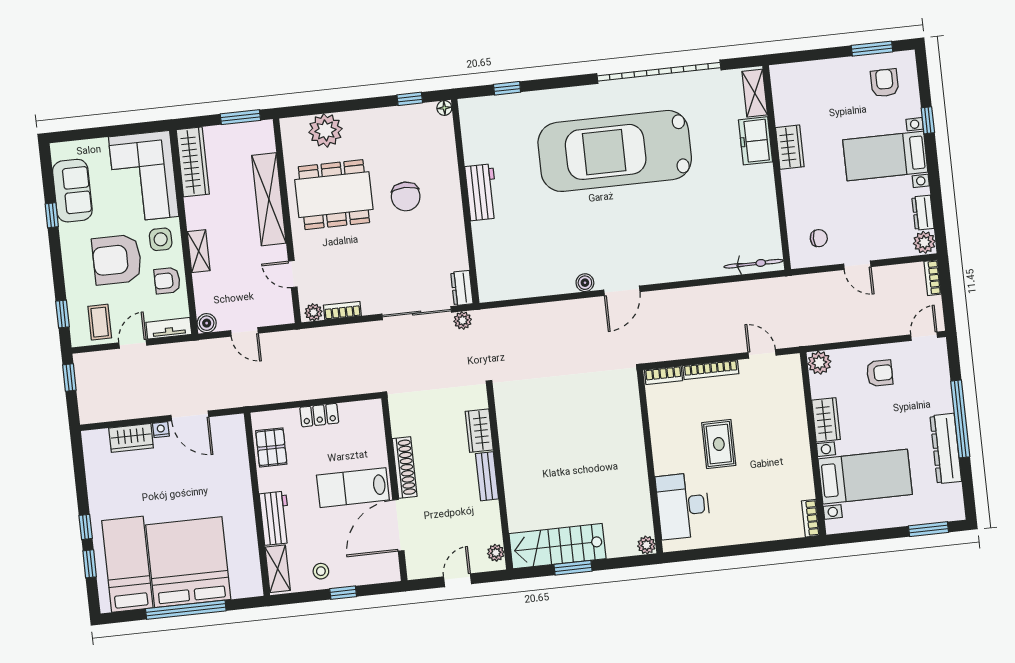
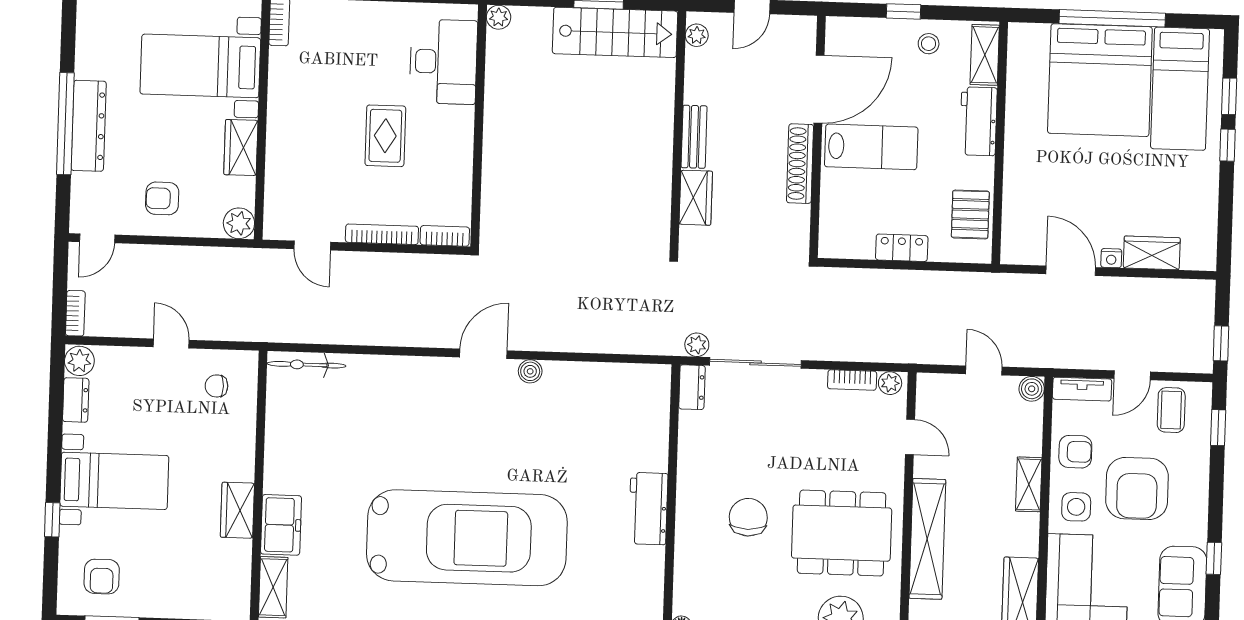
armchair: (117, 260) -> (1137, 488), turned 90
dresser: (946, 449) -> (89, 126), moved

